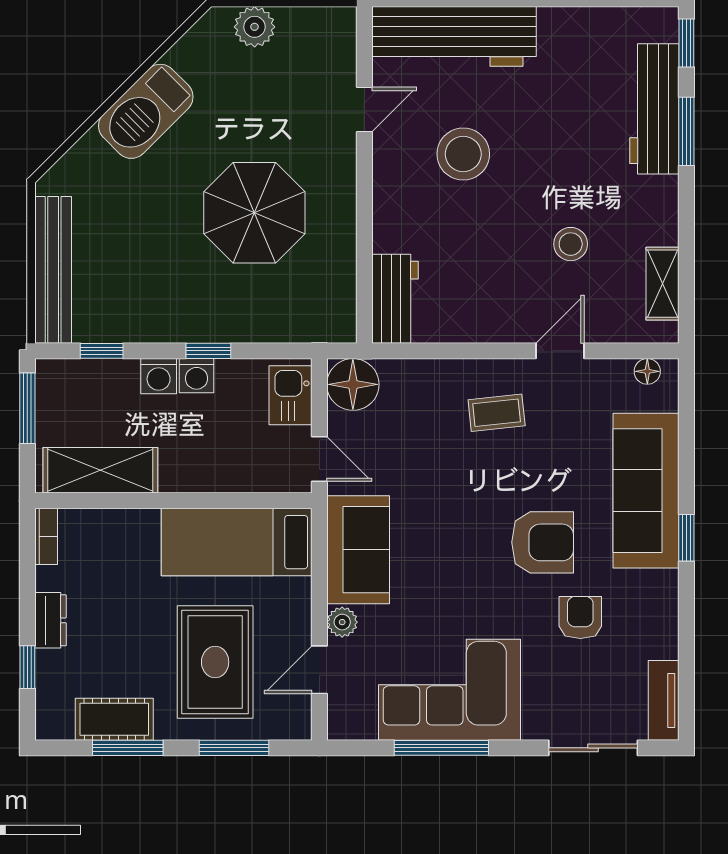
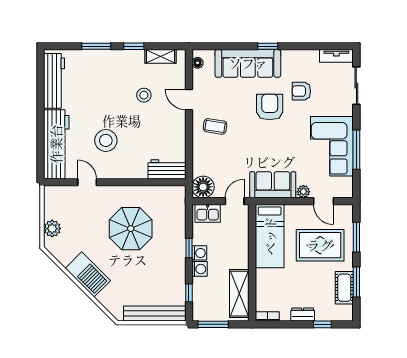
window: (686, 43) -> (134, 46), moved
workbench: (654, 109) -> (54, 81), moved, turned -90
coffee table: (497, 413) -> (215, 126), turned -75

